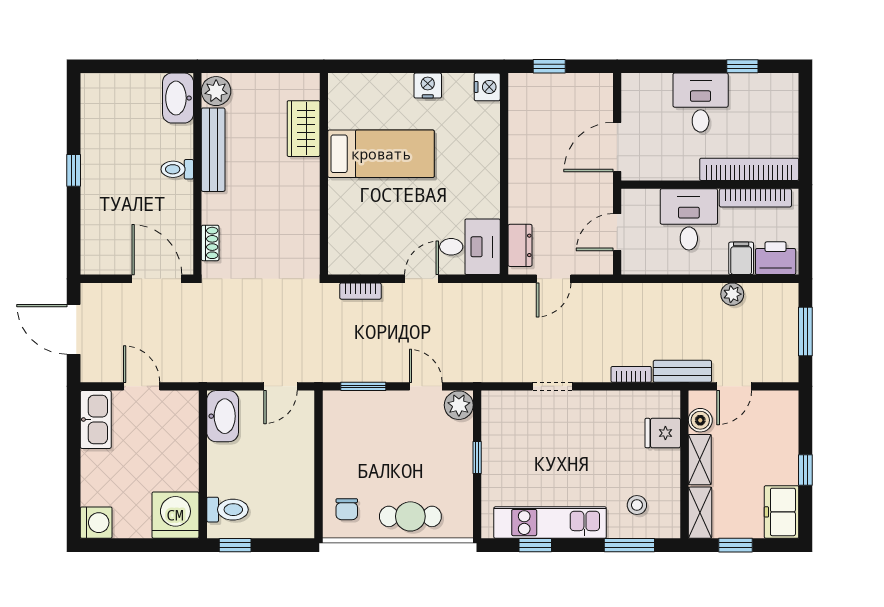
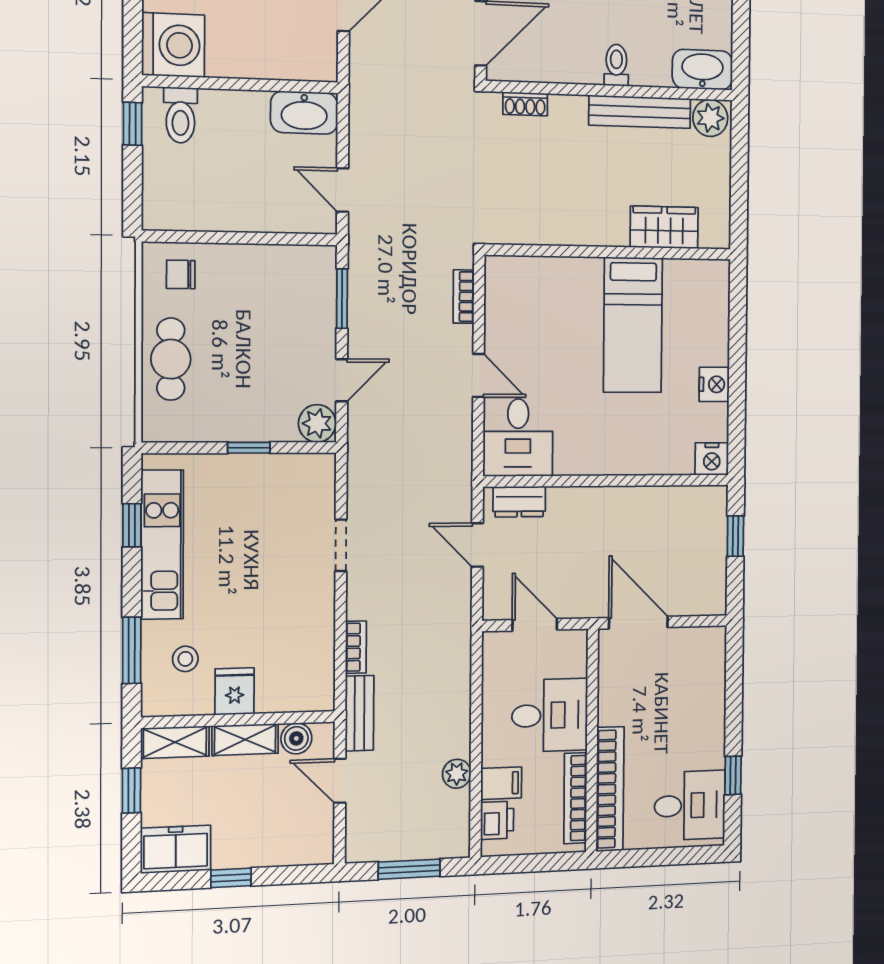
desk: (701, 103) -> (690, 805), moved
printer: (776, 258) -> (497, 820), width x0.73, depth x0.81
fridge: (663, 433) -> (235, 691), moved

